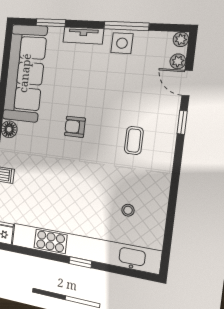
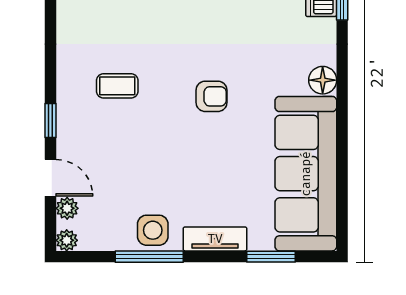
coffee table: (134, 140) -> (117, 86), turned 90

